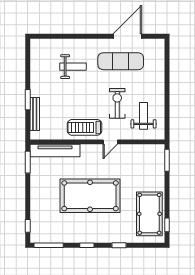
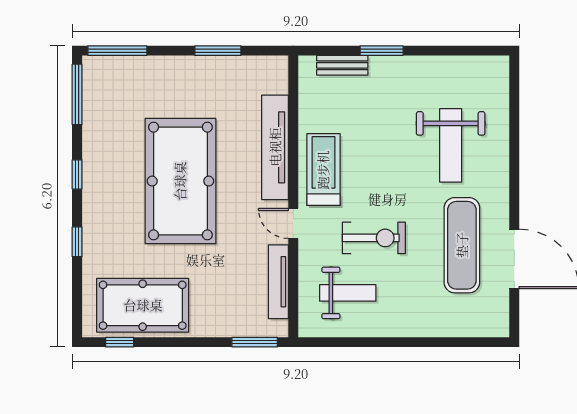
weight bench: (73, 67) -> (451, 145), width x1.36, depth x1.33
bench: (35, 114) -> (342, 65), width x0.73
tv unit: (138, 149) -> (278, 282), added
tv unit: (55, 151) -> (275, 147), moved
window: (28, 162) -> (218, 51), moved
window: (28, 226) -> (117, 51), width x2.17

